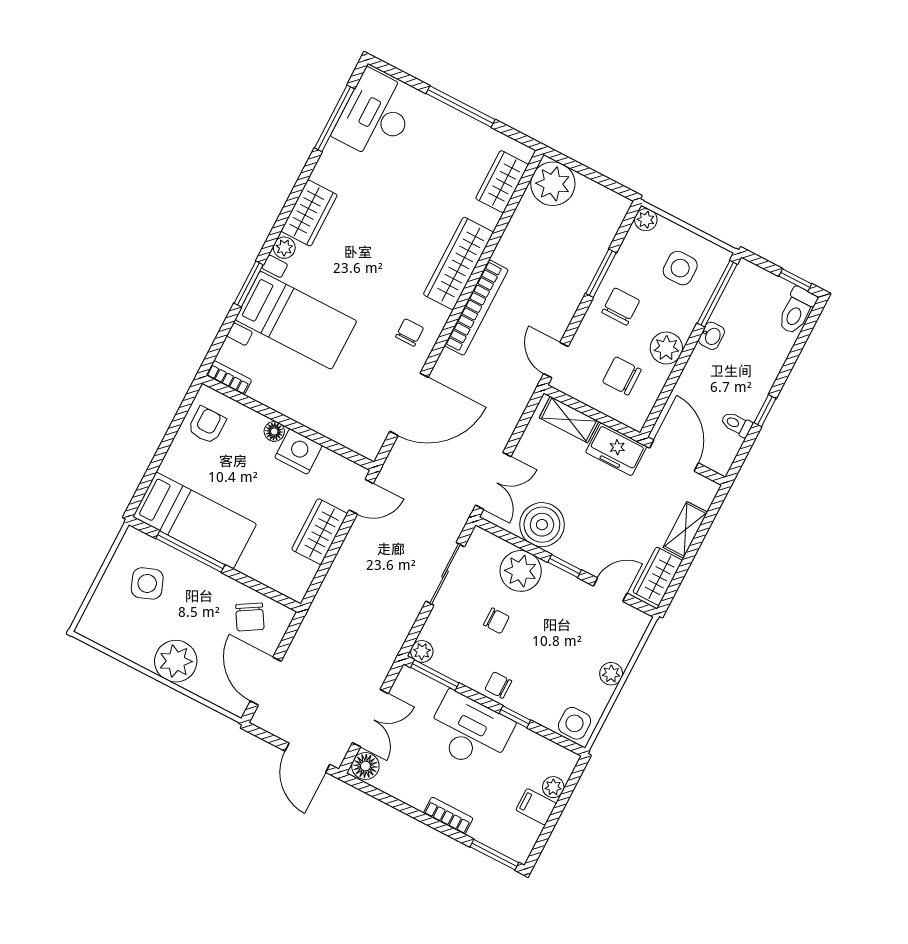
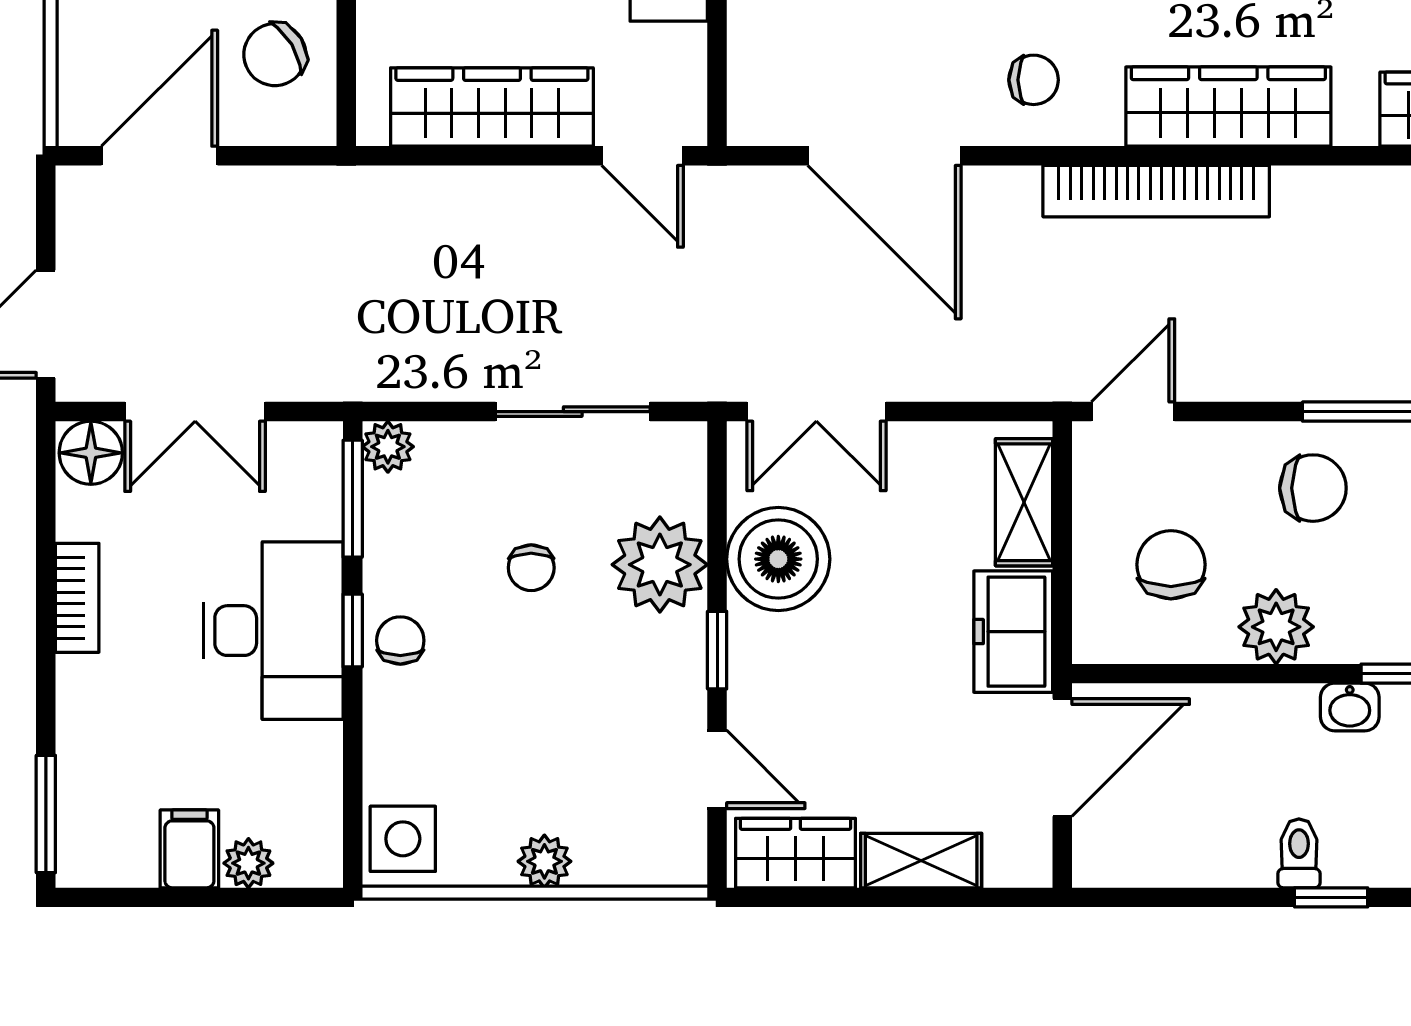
window: (765, 411) -> (1331, 897), moved
toilet: (737, 424) -> (1299, 853), moved
wardrobe: (319, 532) -> (492, 107), width x1.50
window: (515, 717) -> (353, 631), moved
bookcase: (448, 816) -> (77, 598), moved

